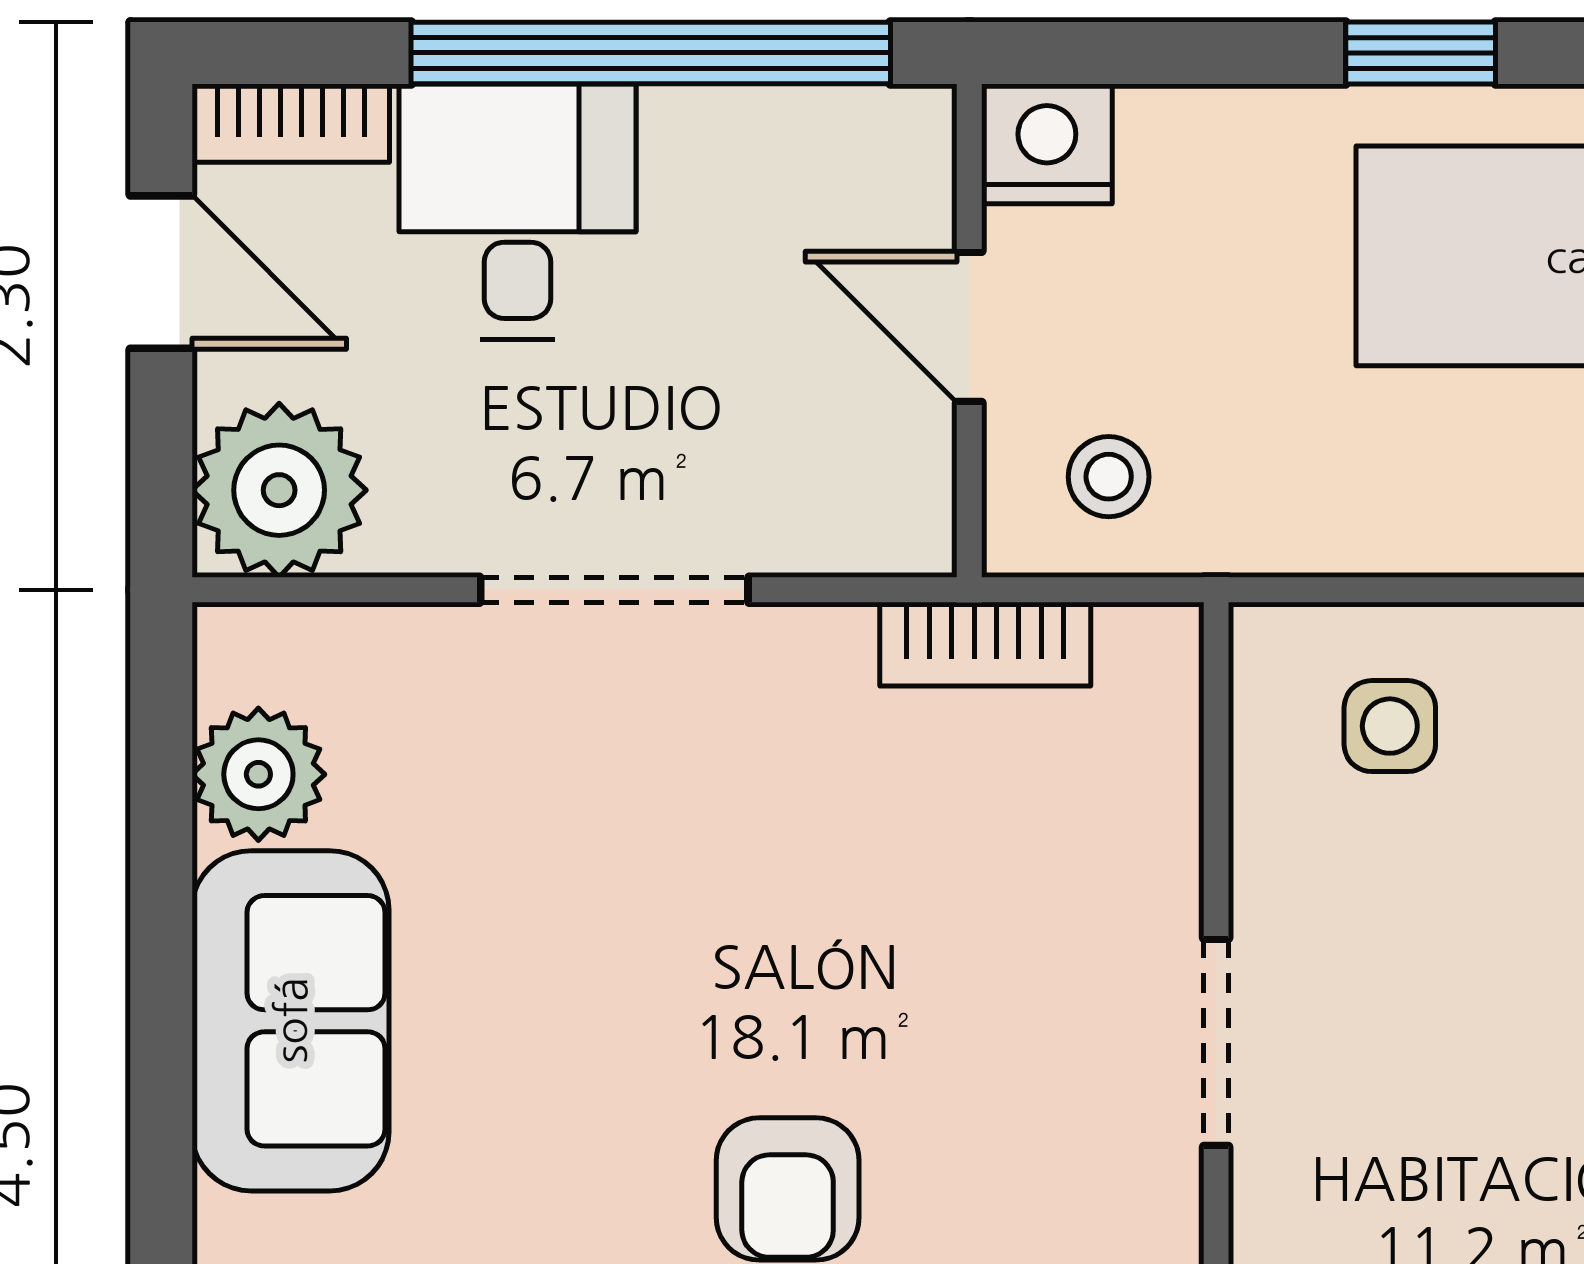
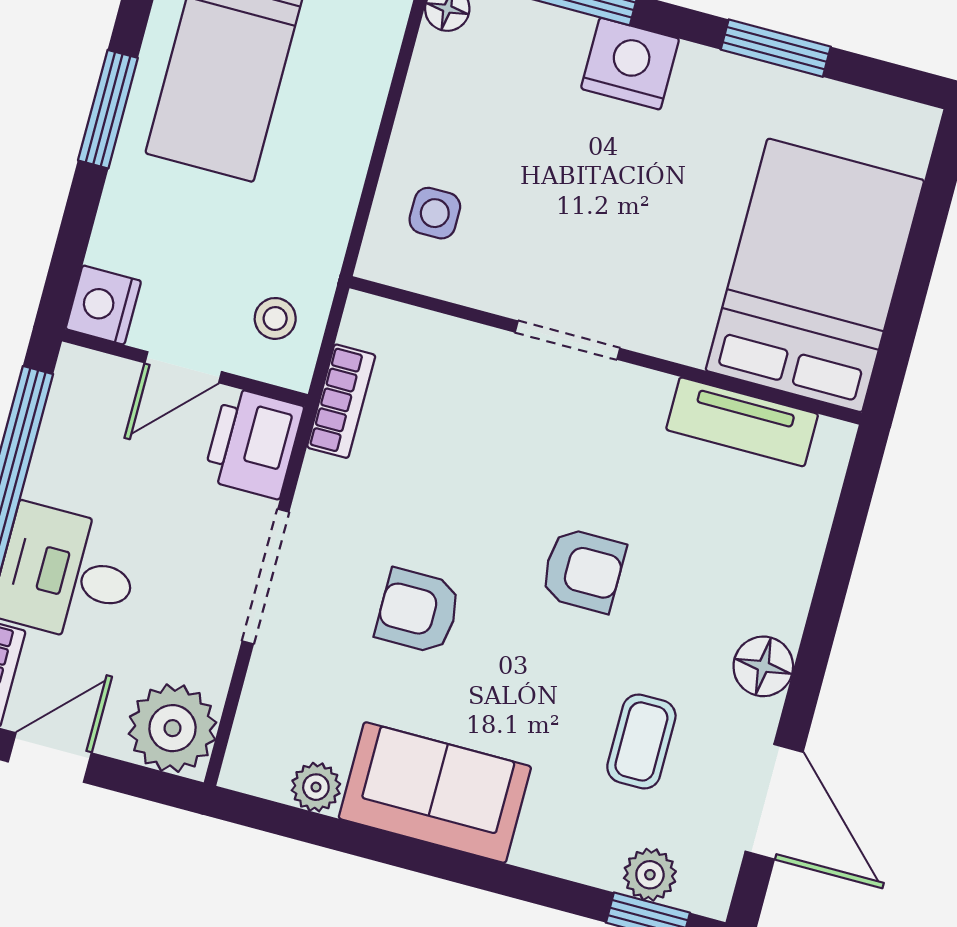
window: (1421, 53) -> (108, 109), width x1.50
printer: (862, 499) -> (253, 443), added
plant: (258, 774) -> (316, 787), width x0.73, depth x0.73
armchair: (626, 897) -> (418, 611), added

